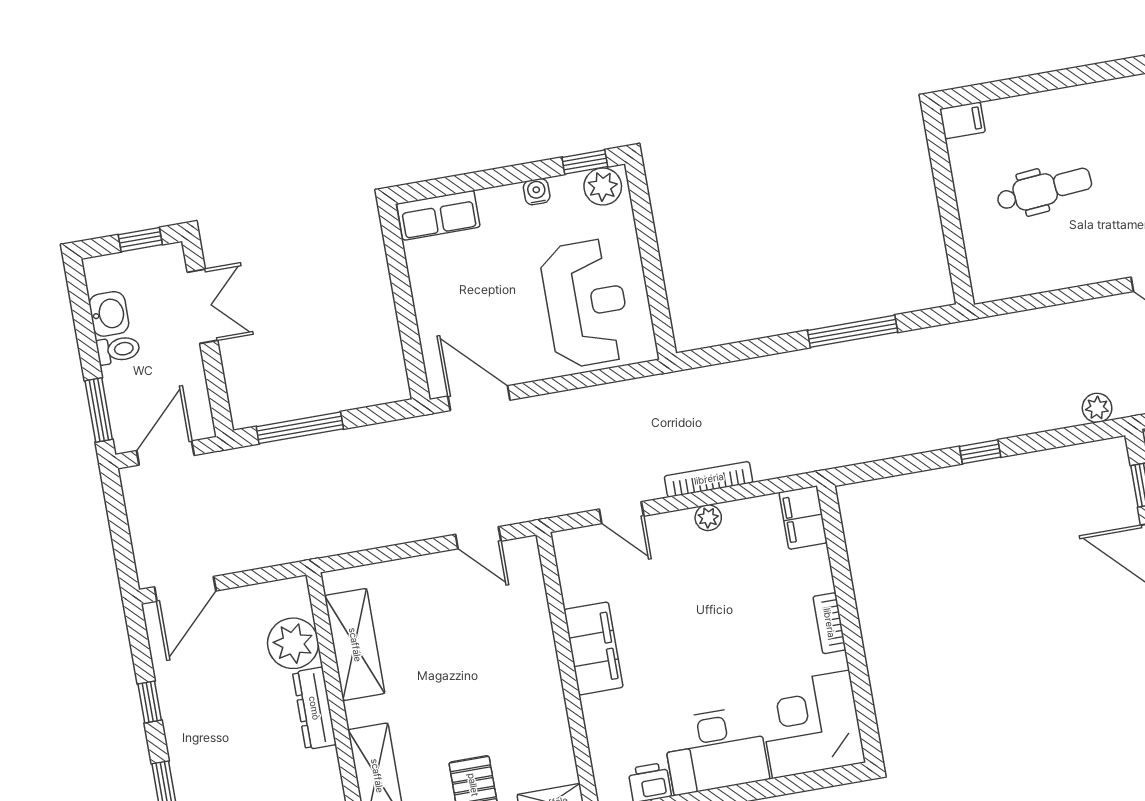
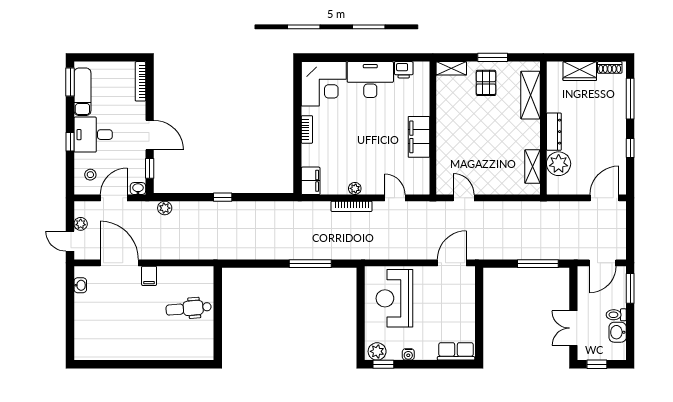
filing cabinet: (963, 120) -> (149, 276), moved, turned -90
dental chair: (1044, 189) -> (189, 308), moved
window: (853, 331) -> (310, 264), moved
door: (479, 398) -> (452, 263), swing flipped
shelving: (355, 645) -> (532, 167), width x0.67, depth x0.75

